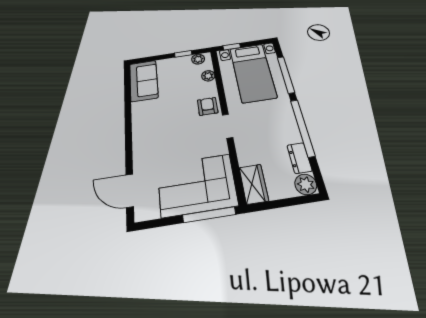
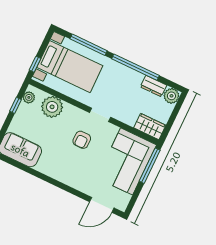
plant: (208, 76) -> (52, 107), width x1.88, depth x1.88
armchair: (208, 106) -> (82, 140), moved, turned -90

